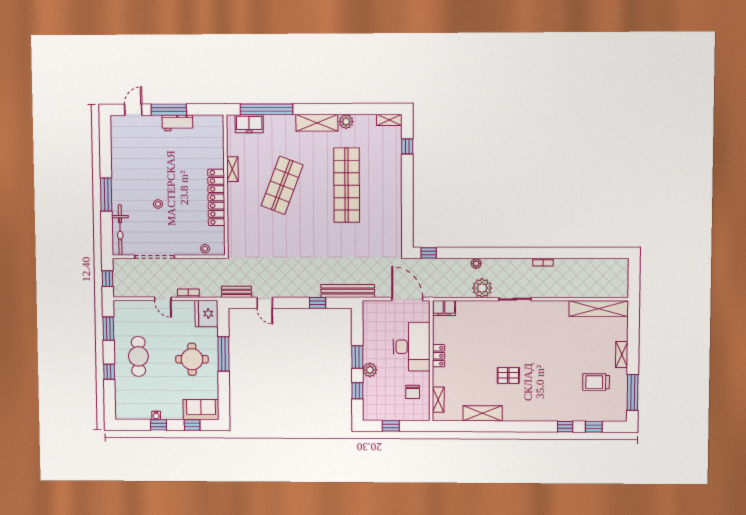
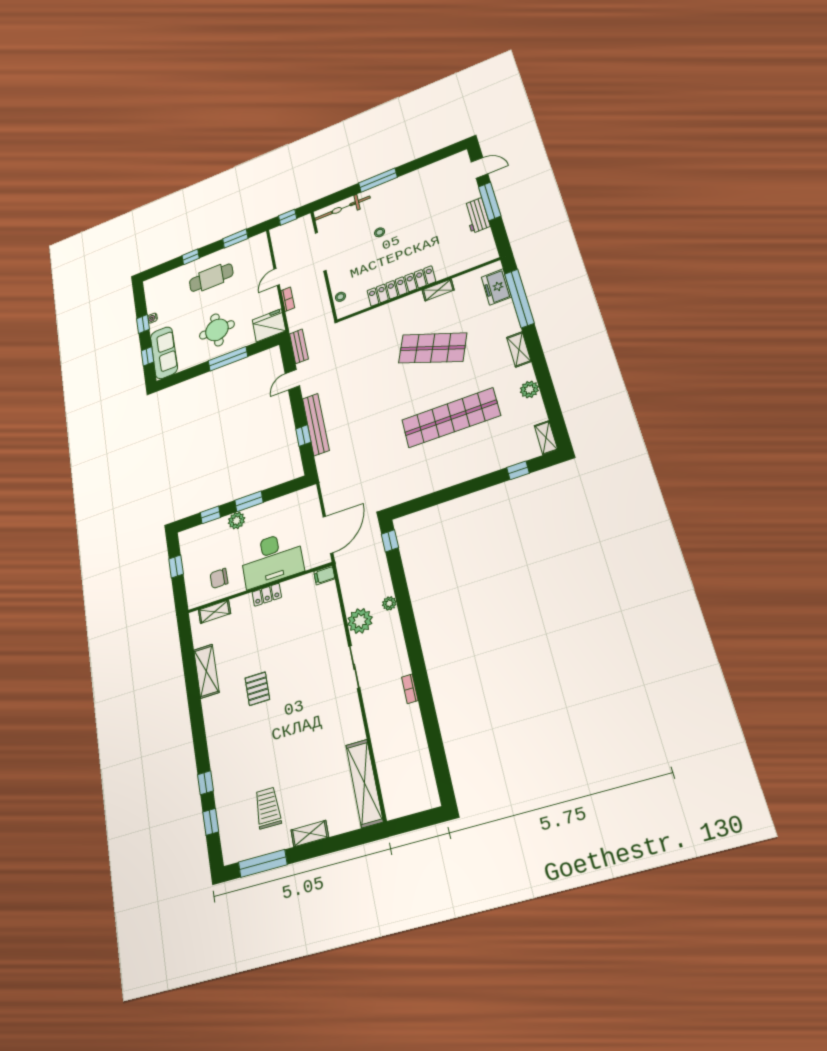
shelving: (317, 123) -> (519, 349), width x0.67, depth x0.75
bench: (348, 291) -> (316, 424), moved
filing cabinet: (444, 308) -> (324, 575), width x0.50
sofa: (201, 410) -> (164, 353), width x1.36

